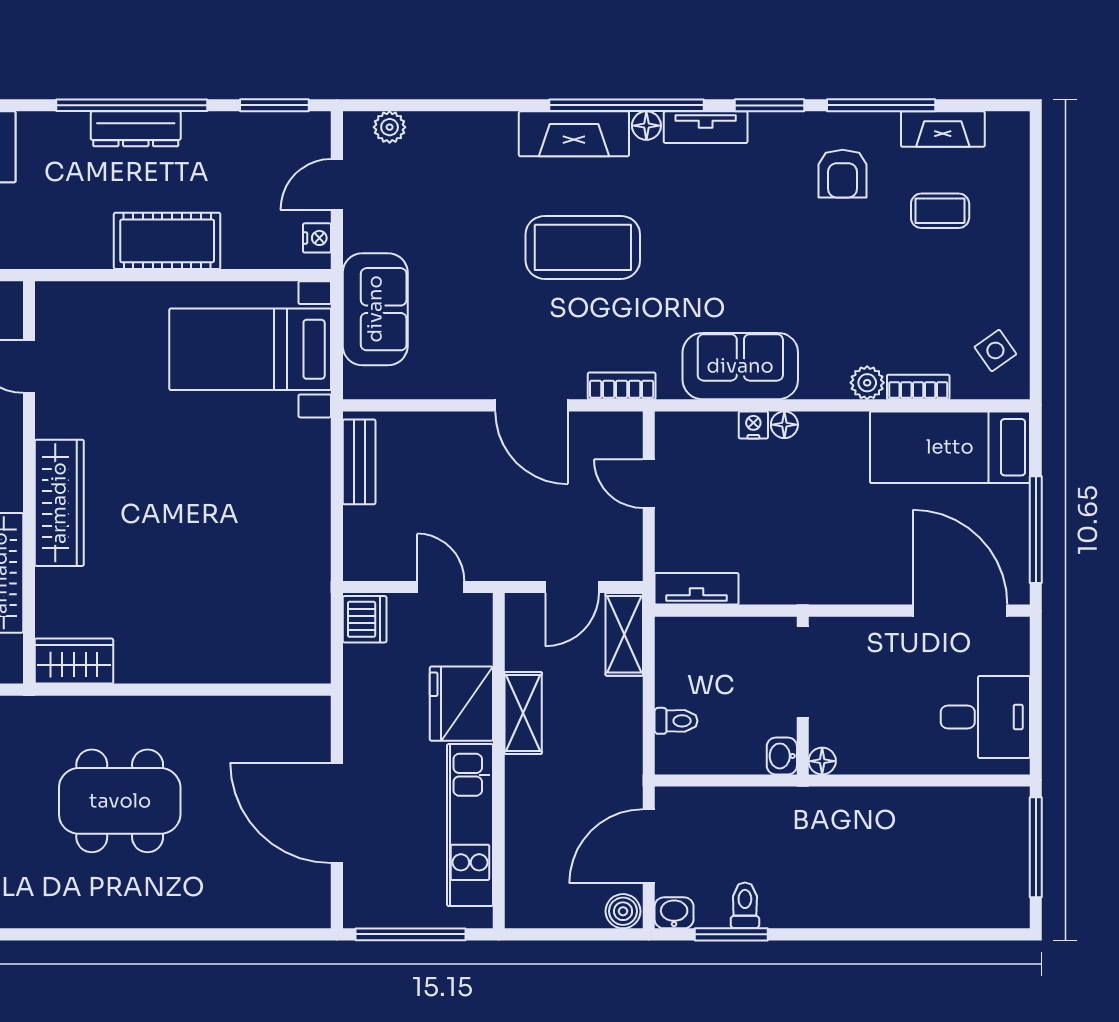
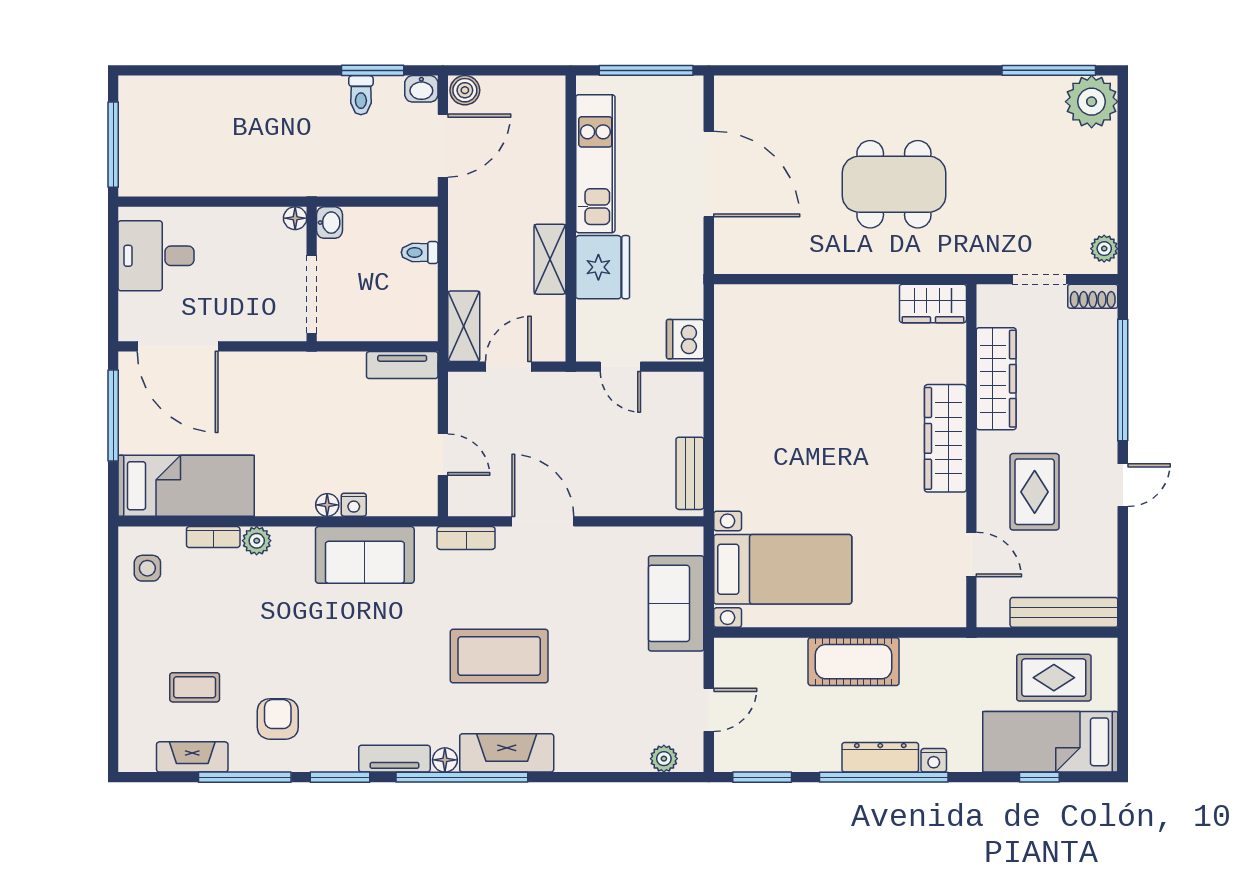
nightstand: (317, 238) -> (934, 760), moved, turned -90
side table: (995, 350) -> (147, 568), turned 35

